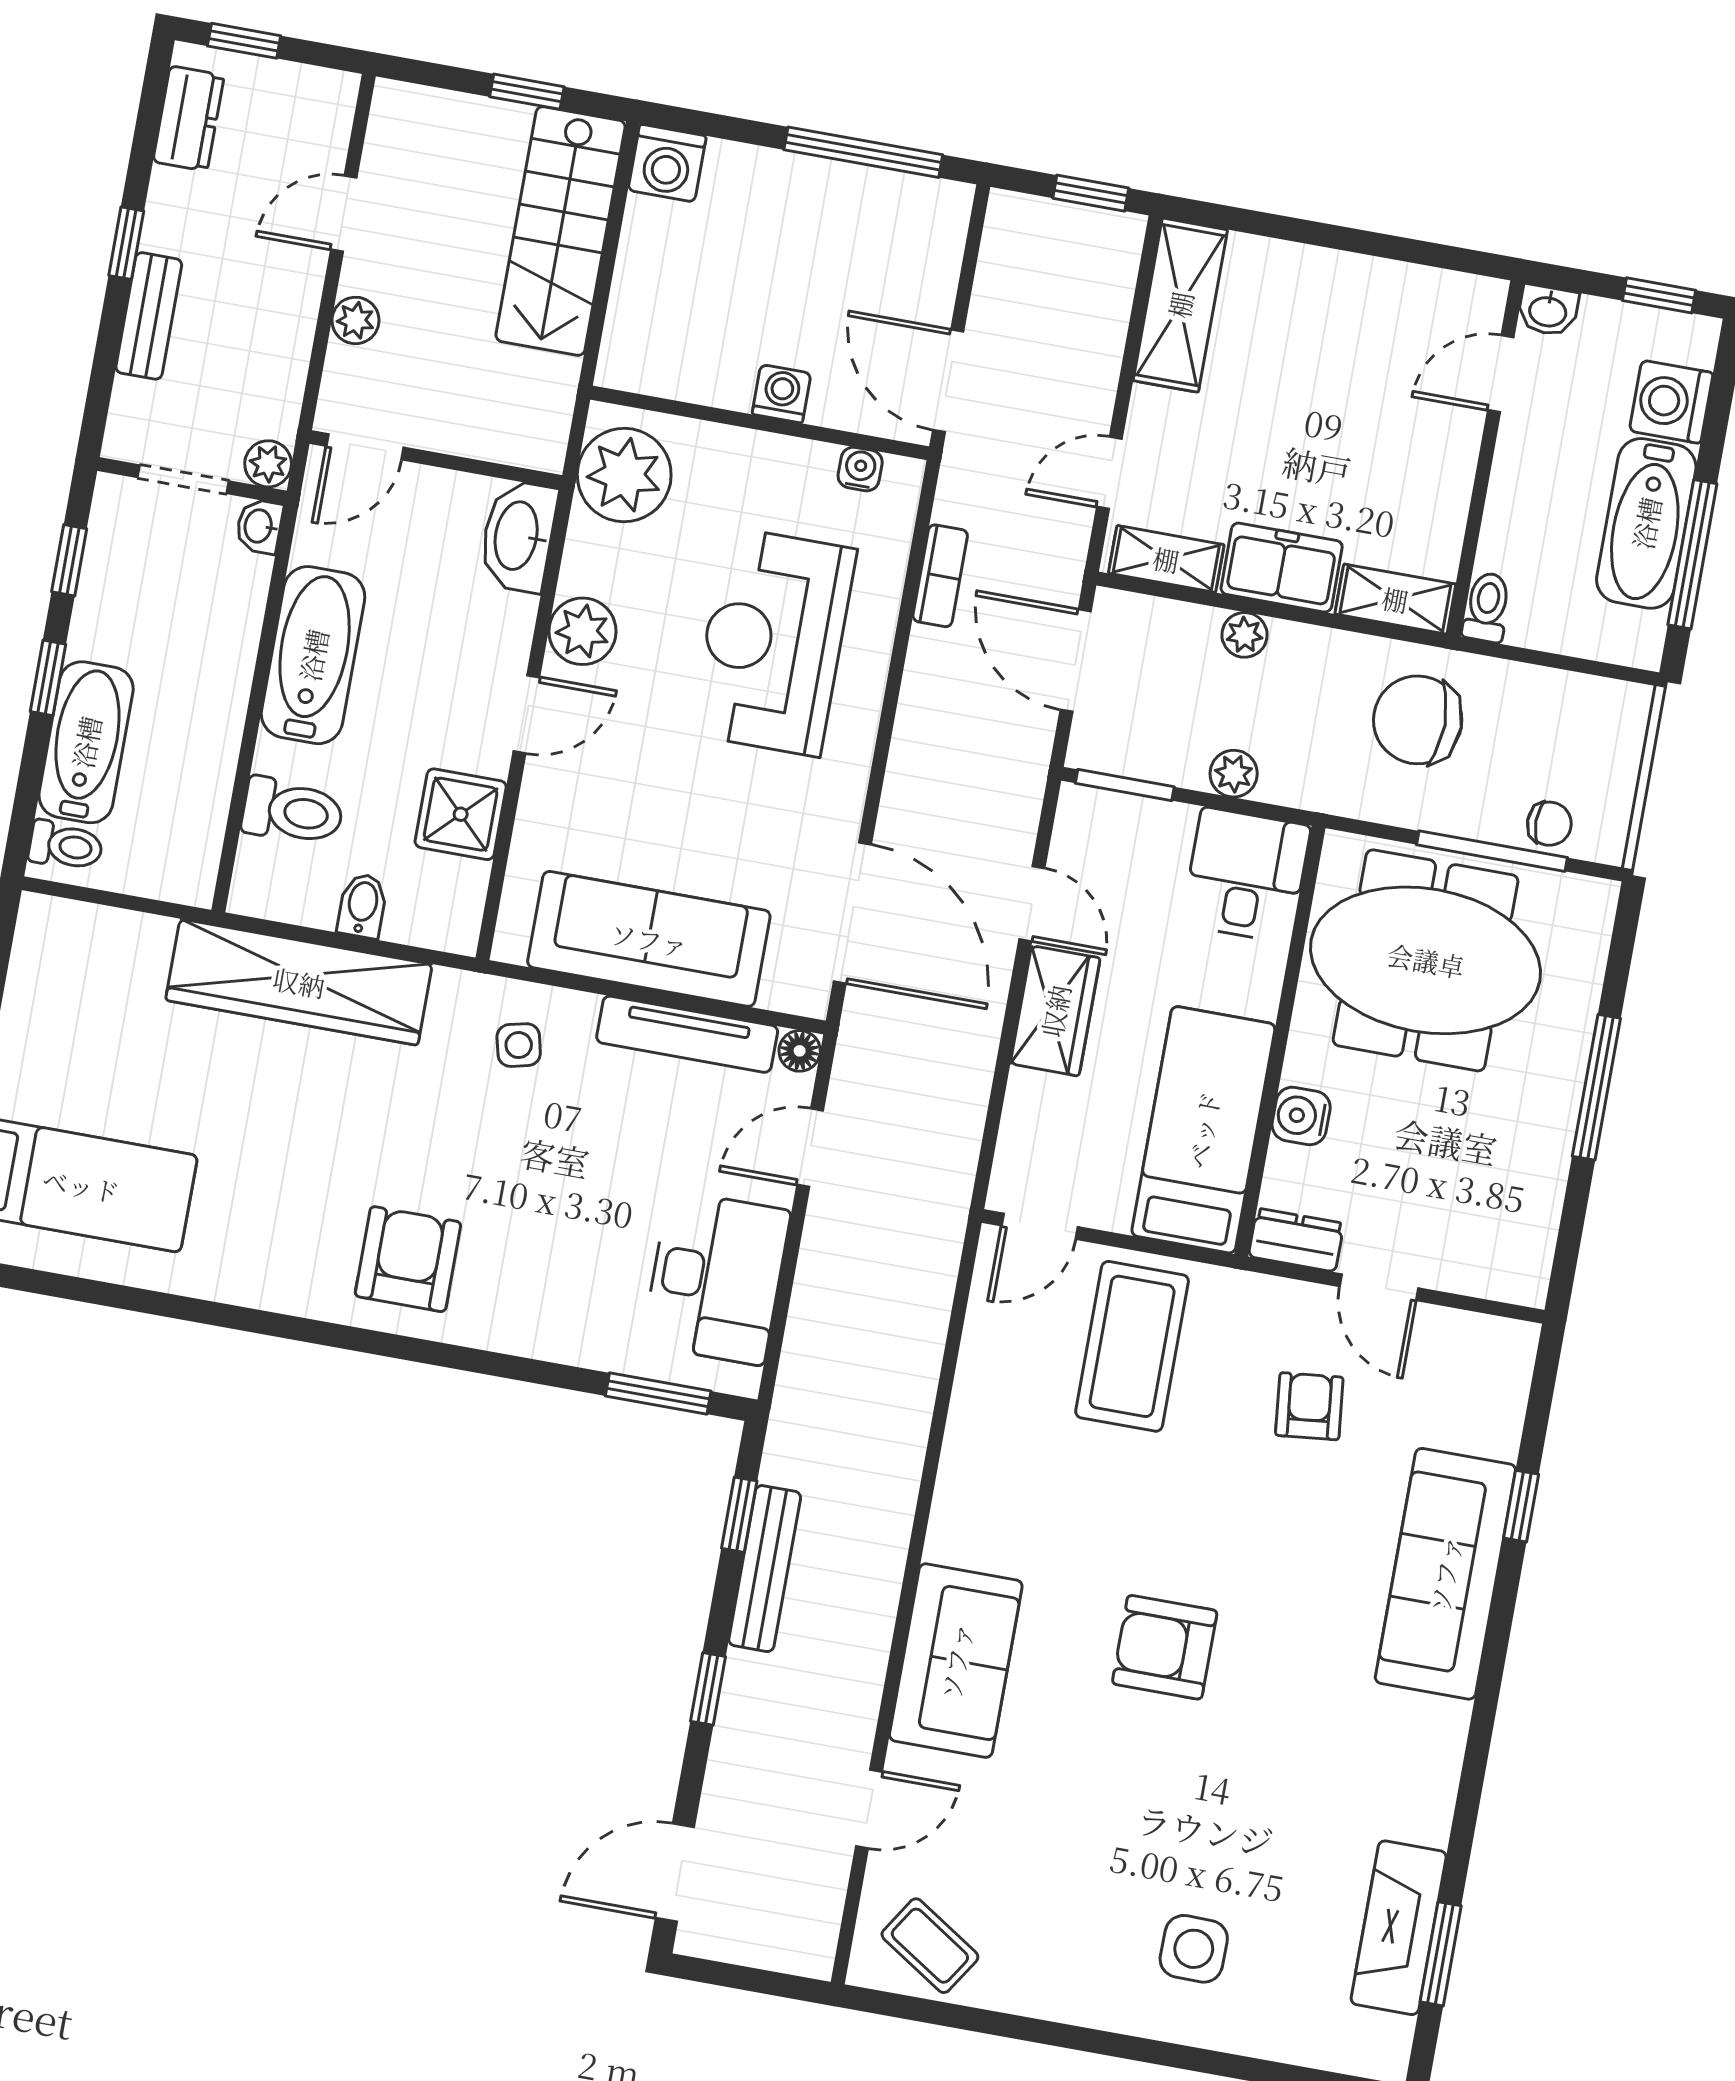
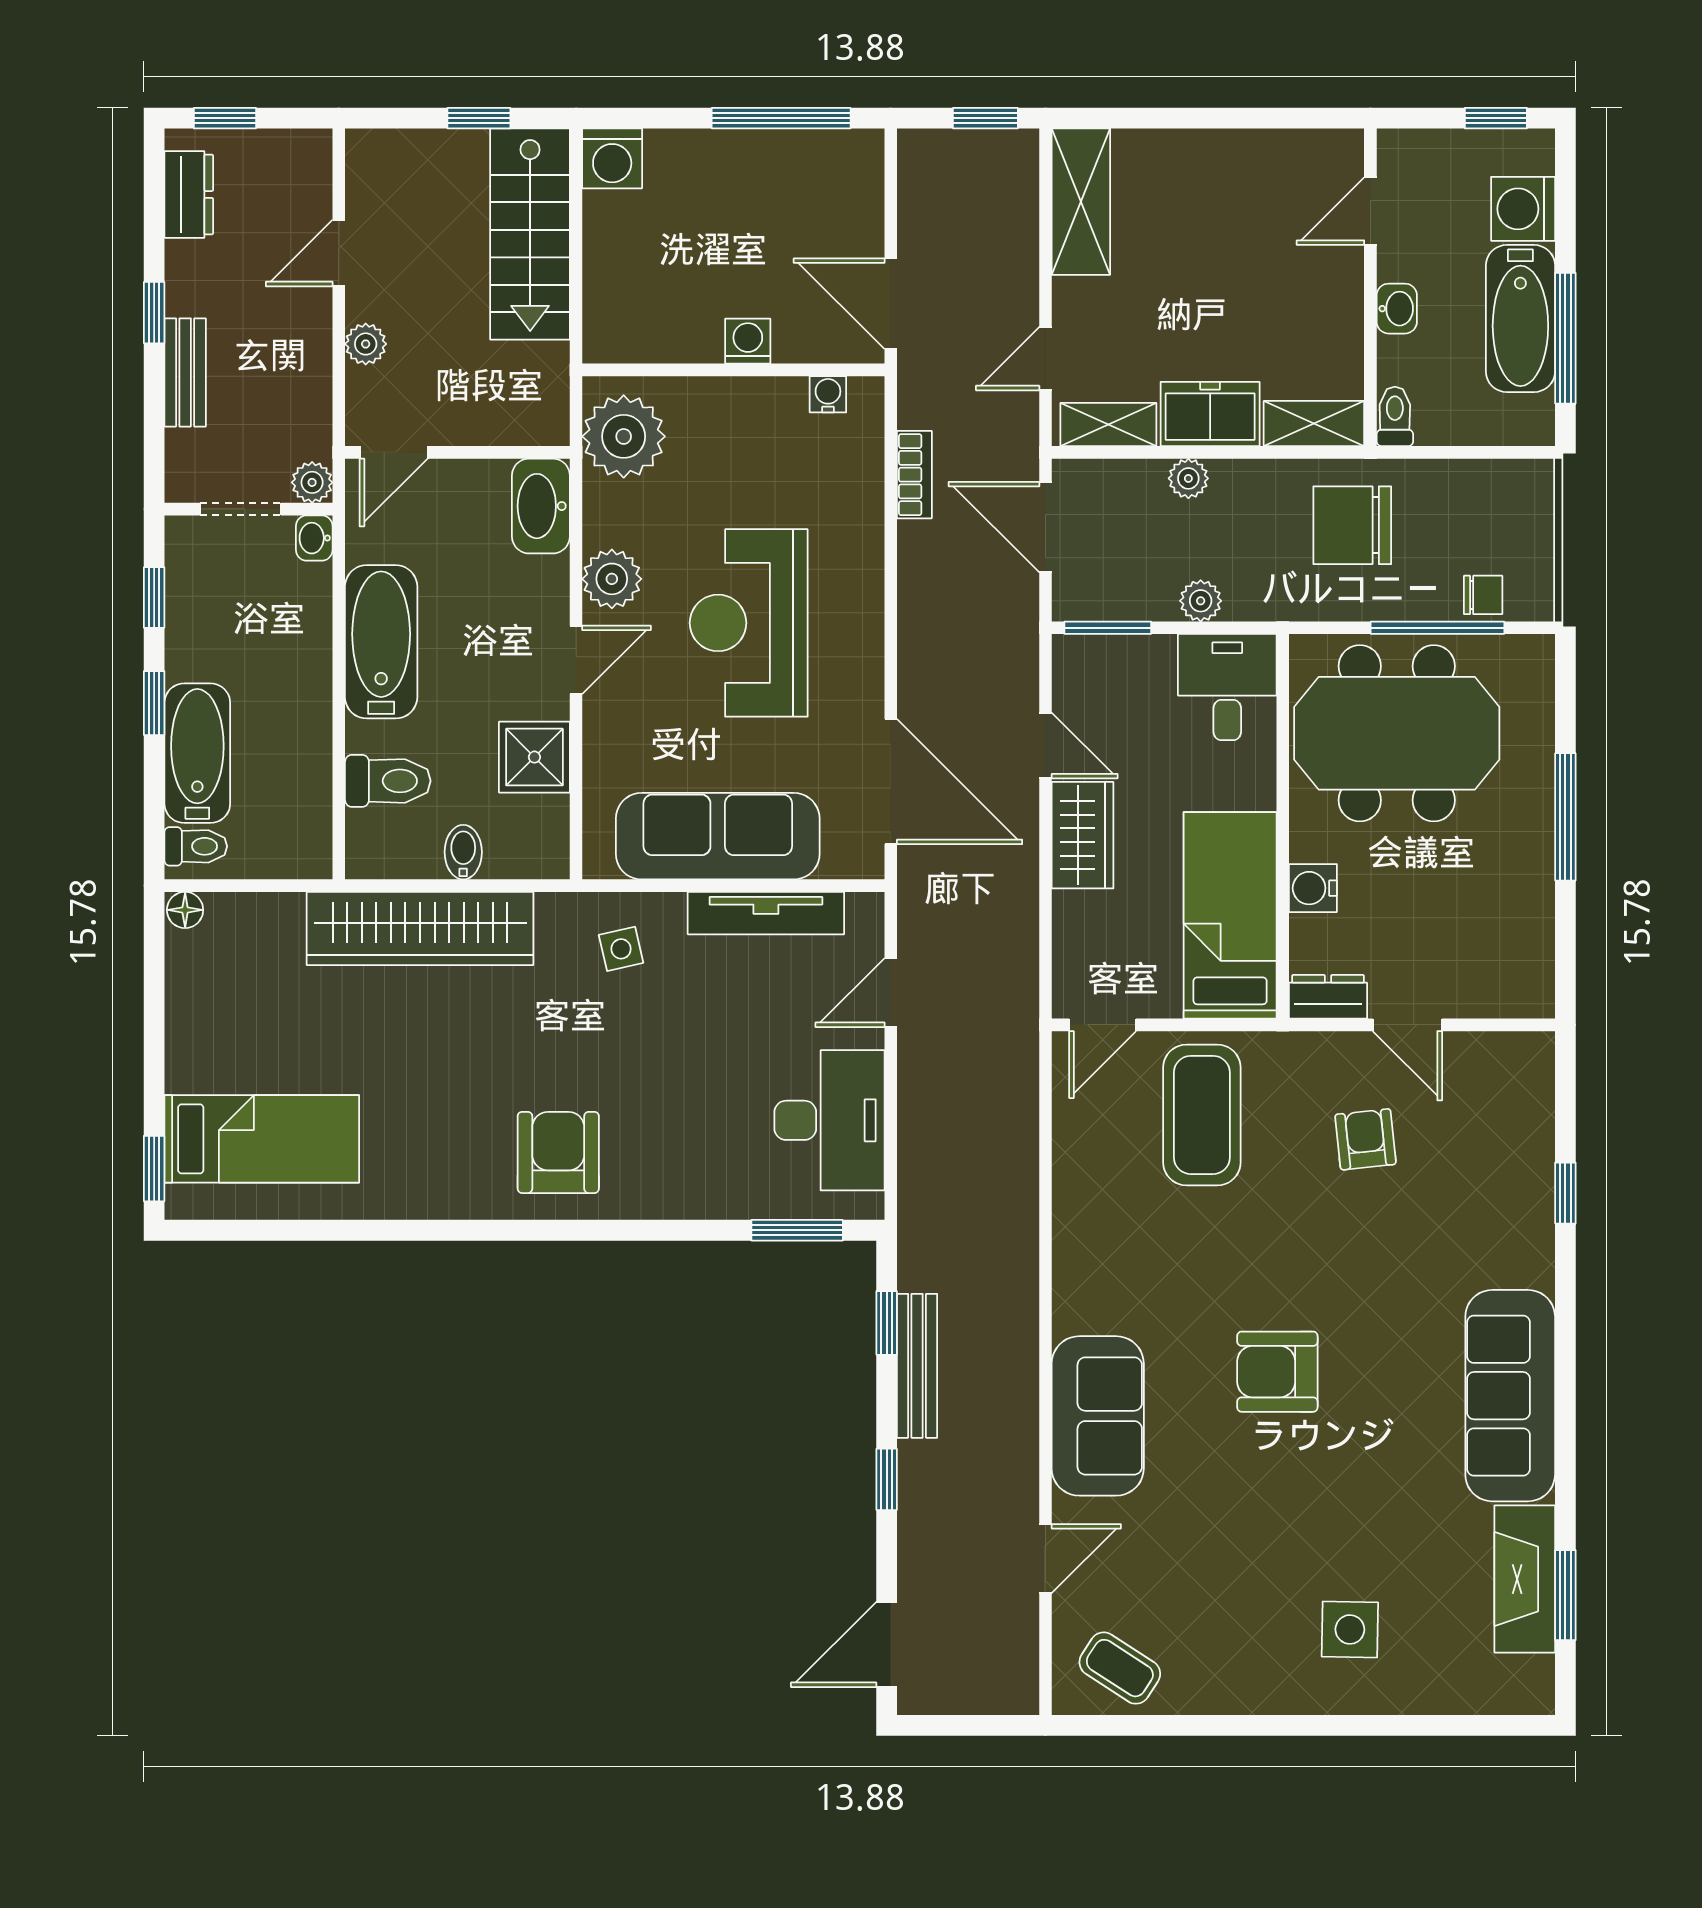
washbasin: (1548, 310) -> (1397, 309), moved, turned -90
reception desk: (773, 642) -> (749, 623), moved
floor lamp: (800, 1051) -> (185, 910), moved
sofa: (1445, 1574) -> (1510, 1396), moved

